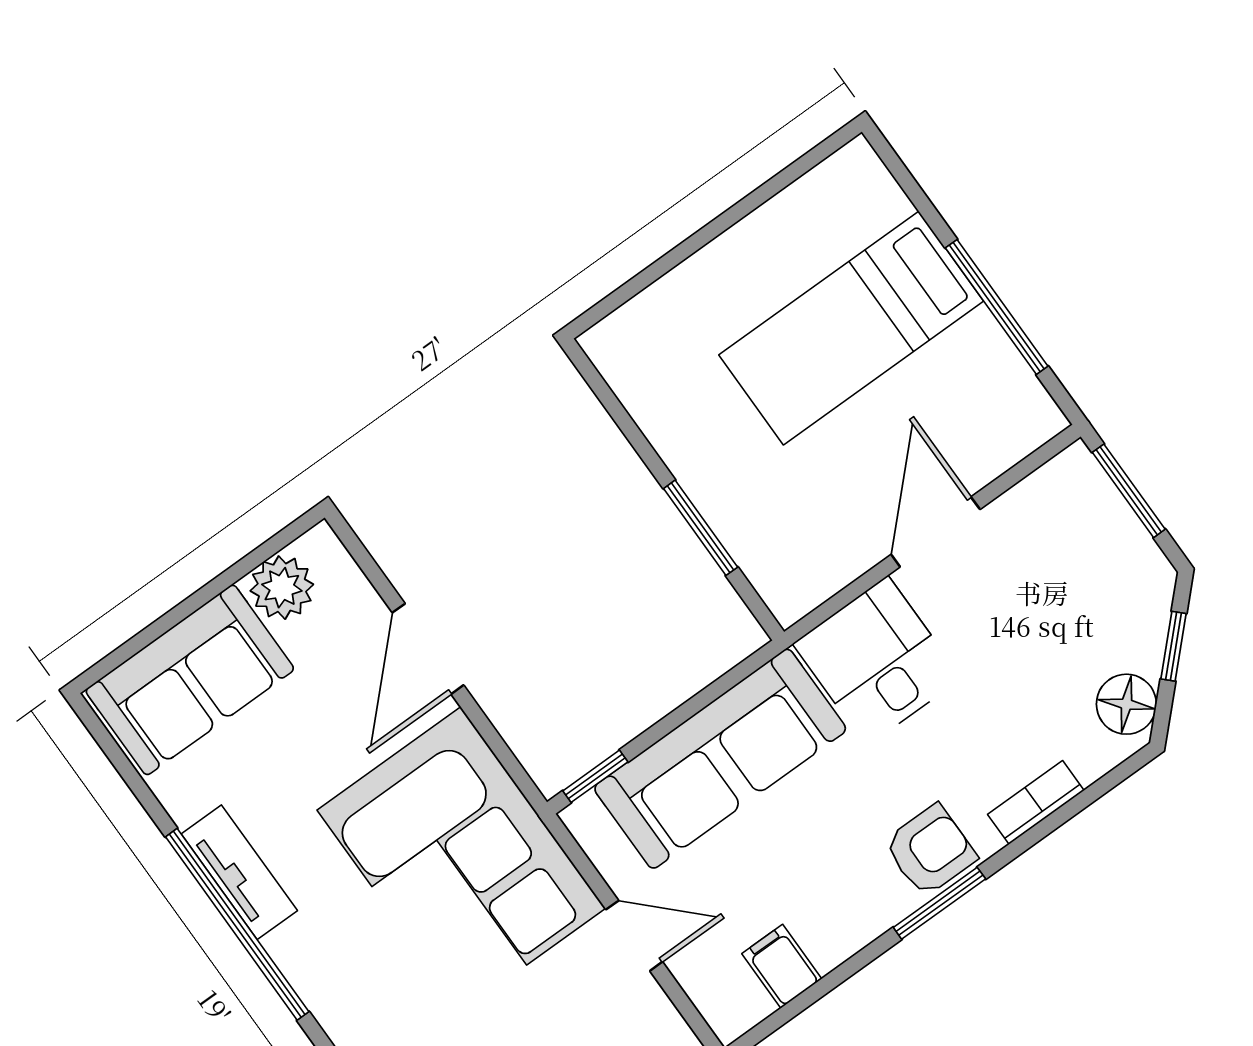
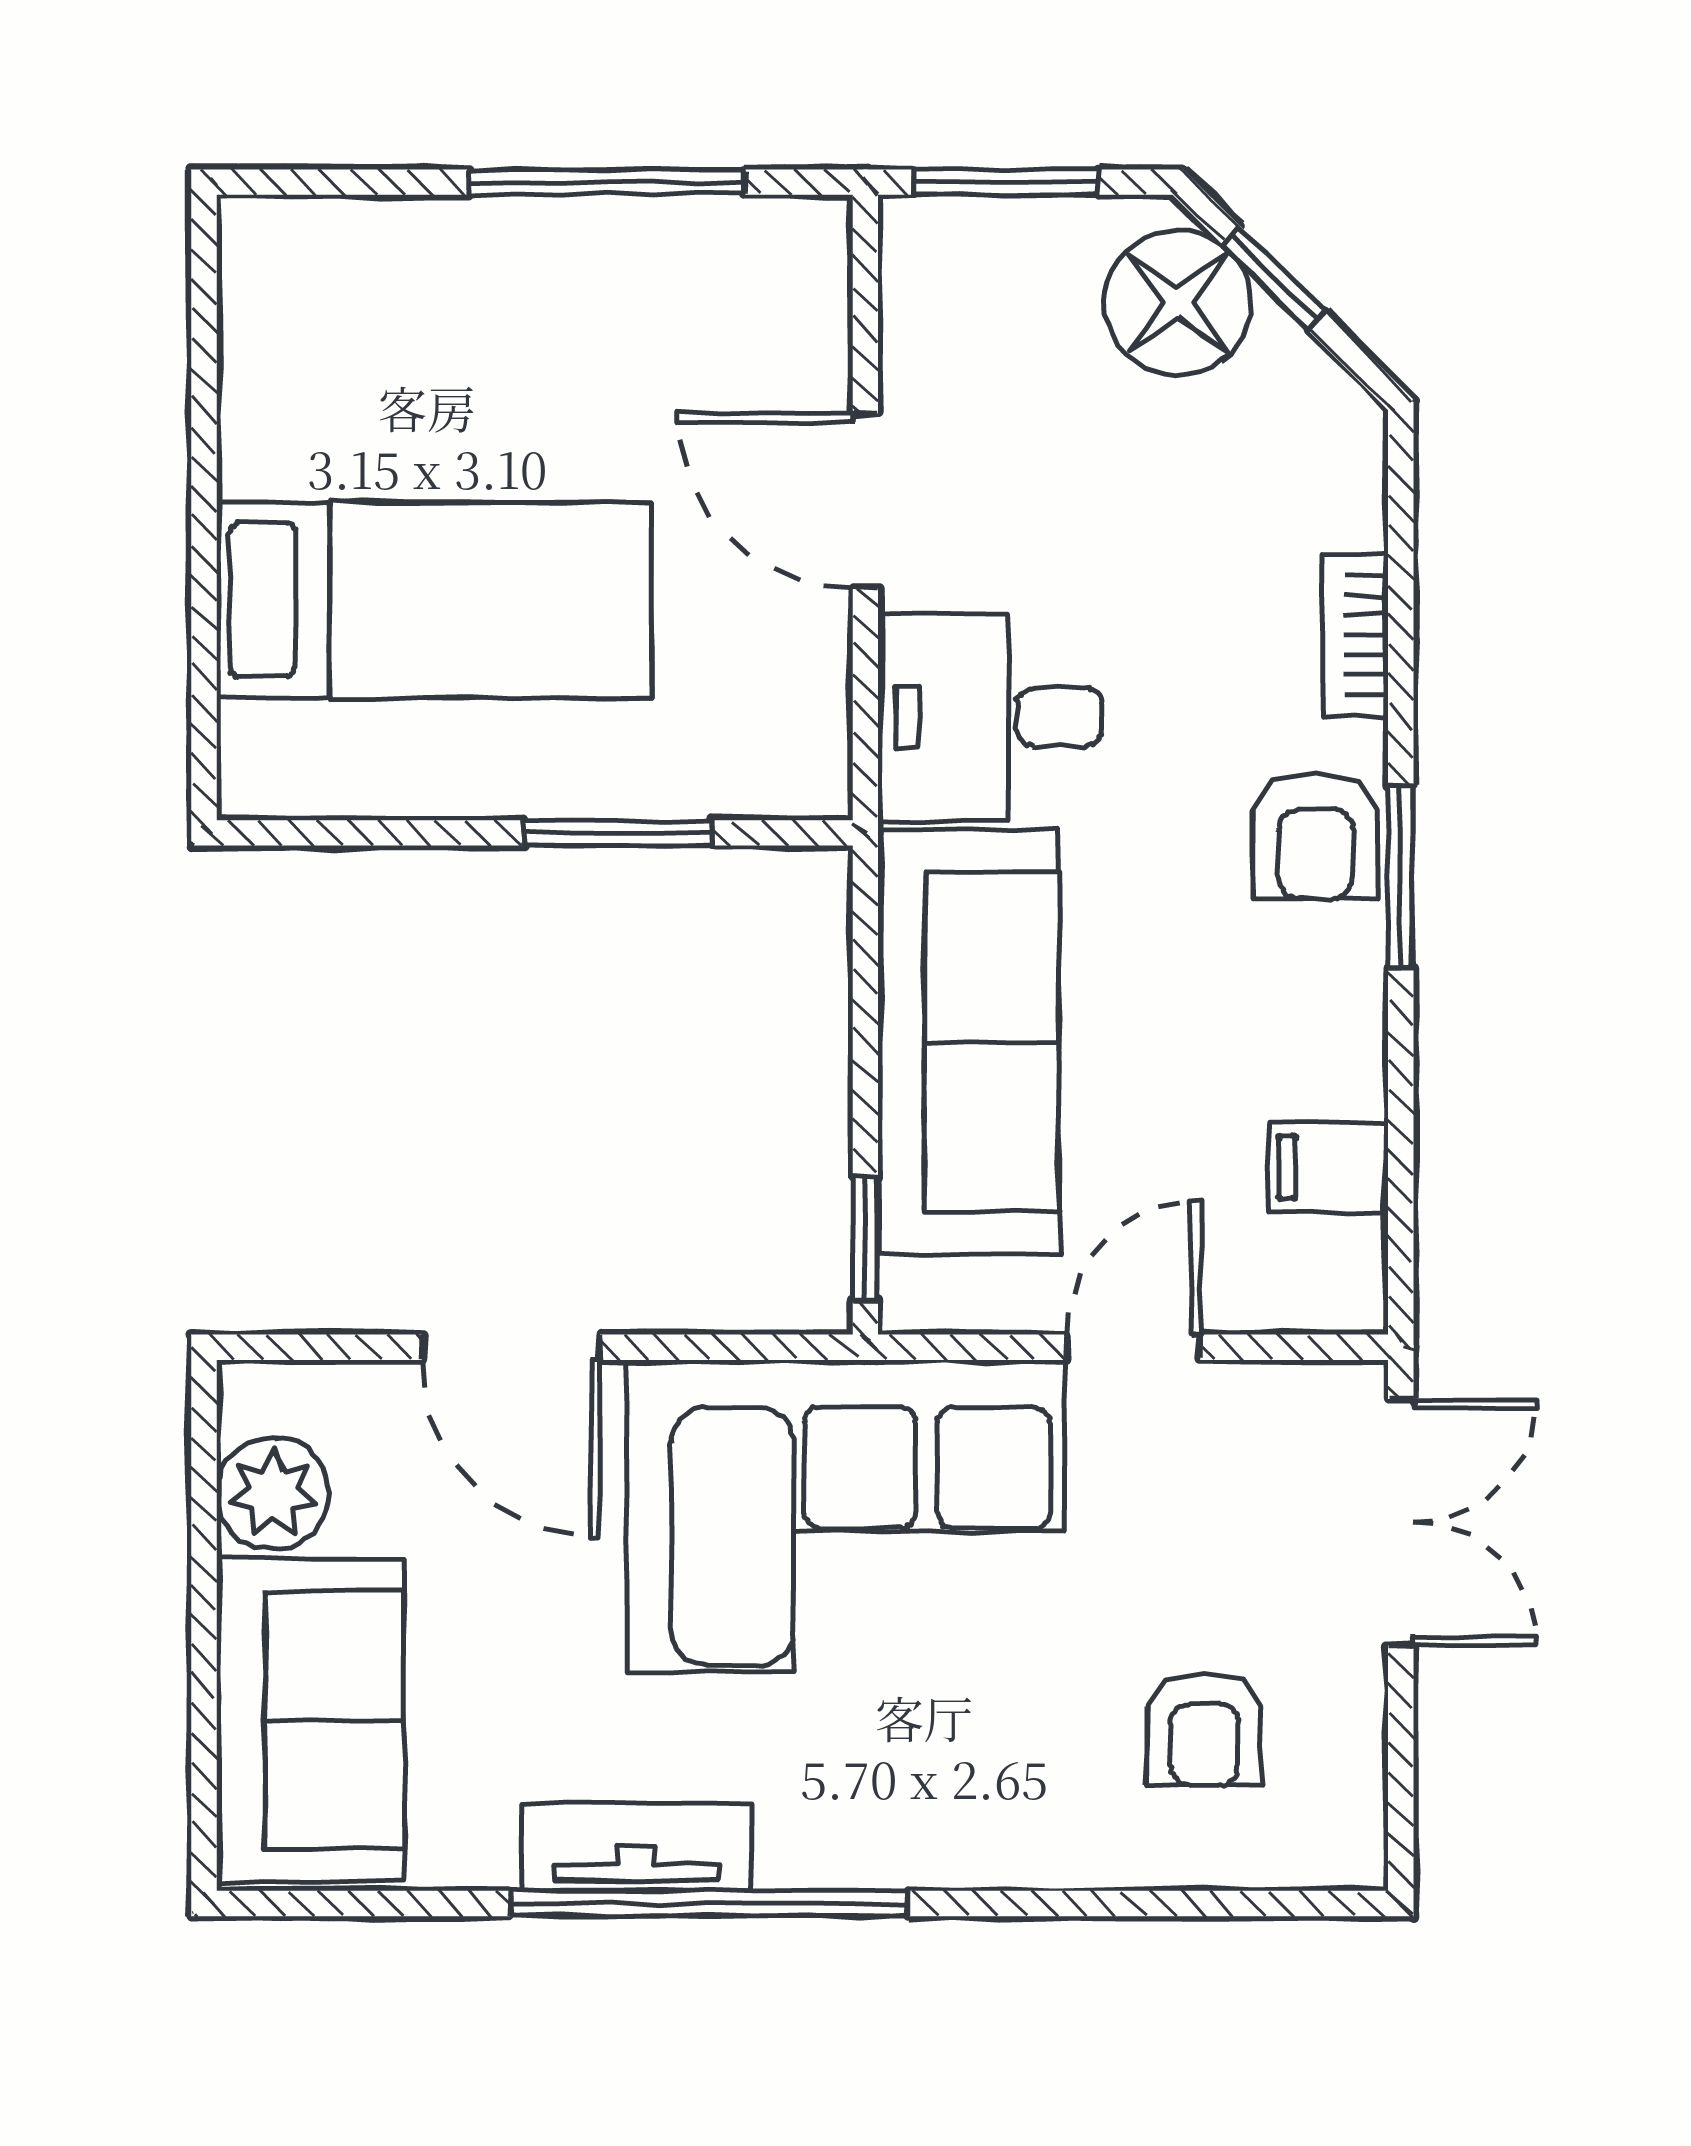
bed: (851, 328) -> (434, 600), moved, turned -90
floor lamp: (1126, 704) -> (1178, 303), moved, width x1.38, depth x1.38
armchair: (930, 850) -> (1315, 836), turned 180

